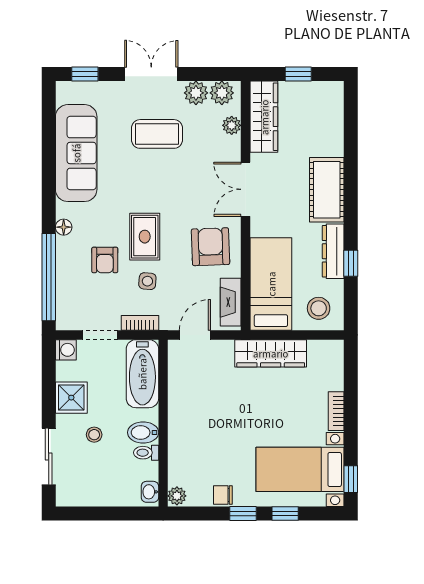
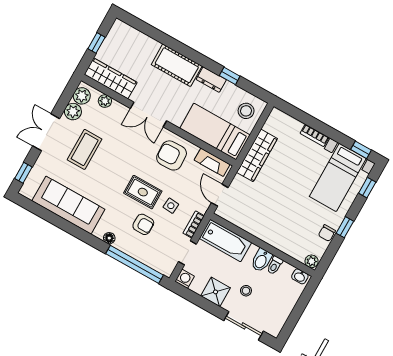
dresser: (333, 251) -> (211, 80), width x0.70
window: (285, 513) -> (367, 188), moved

